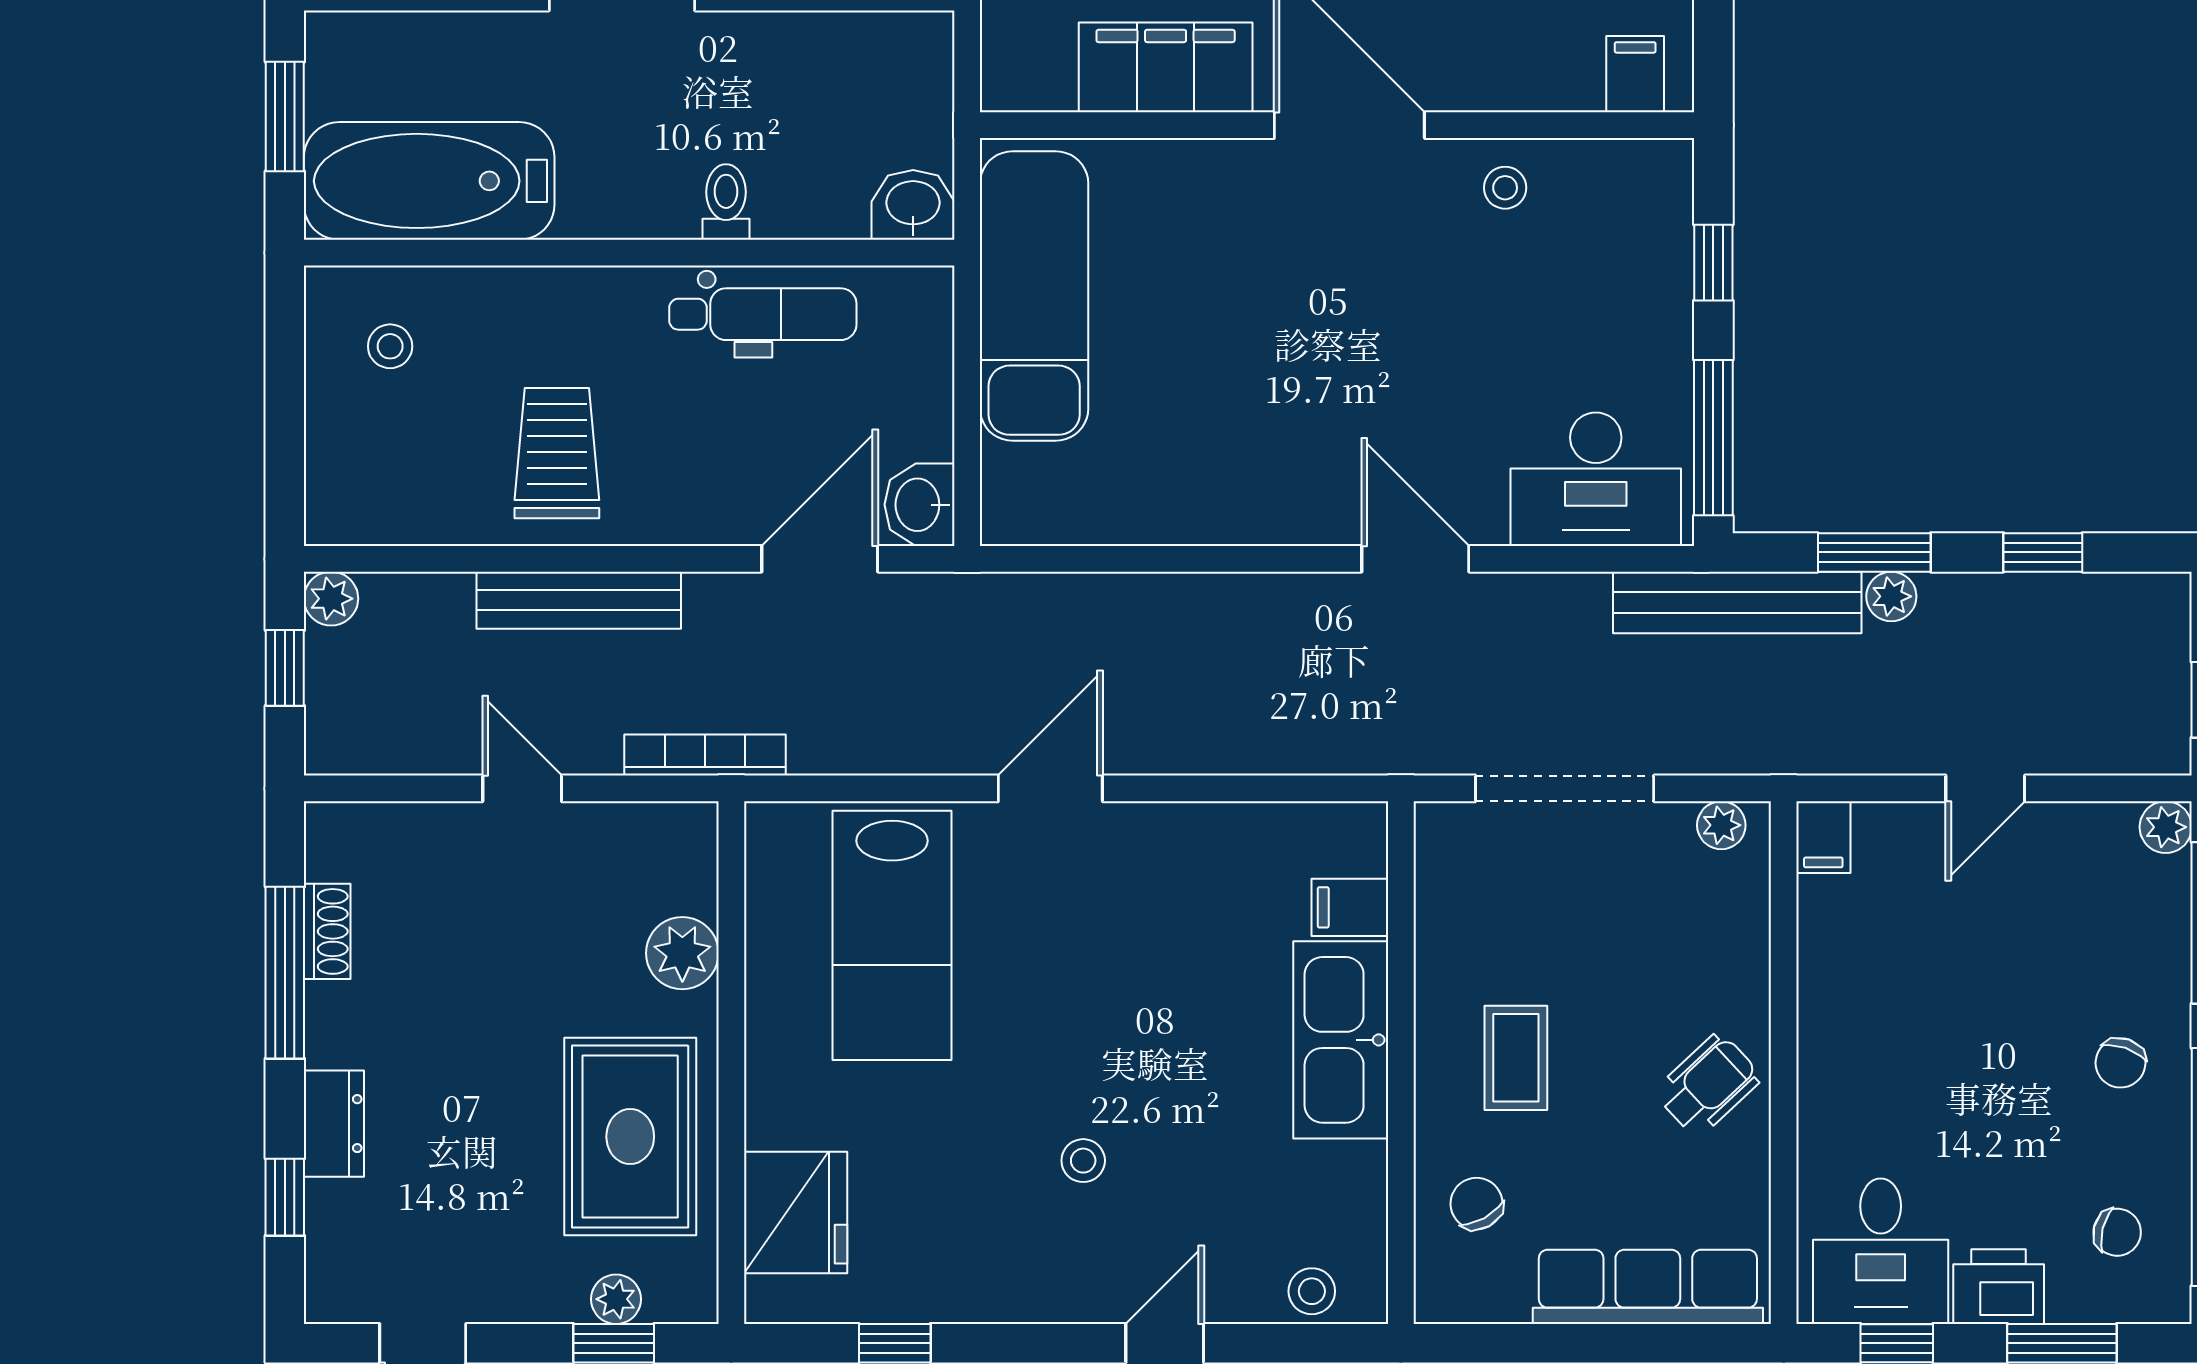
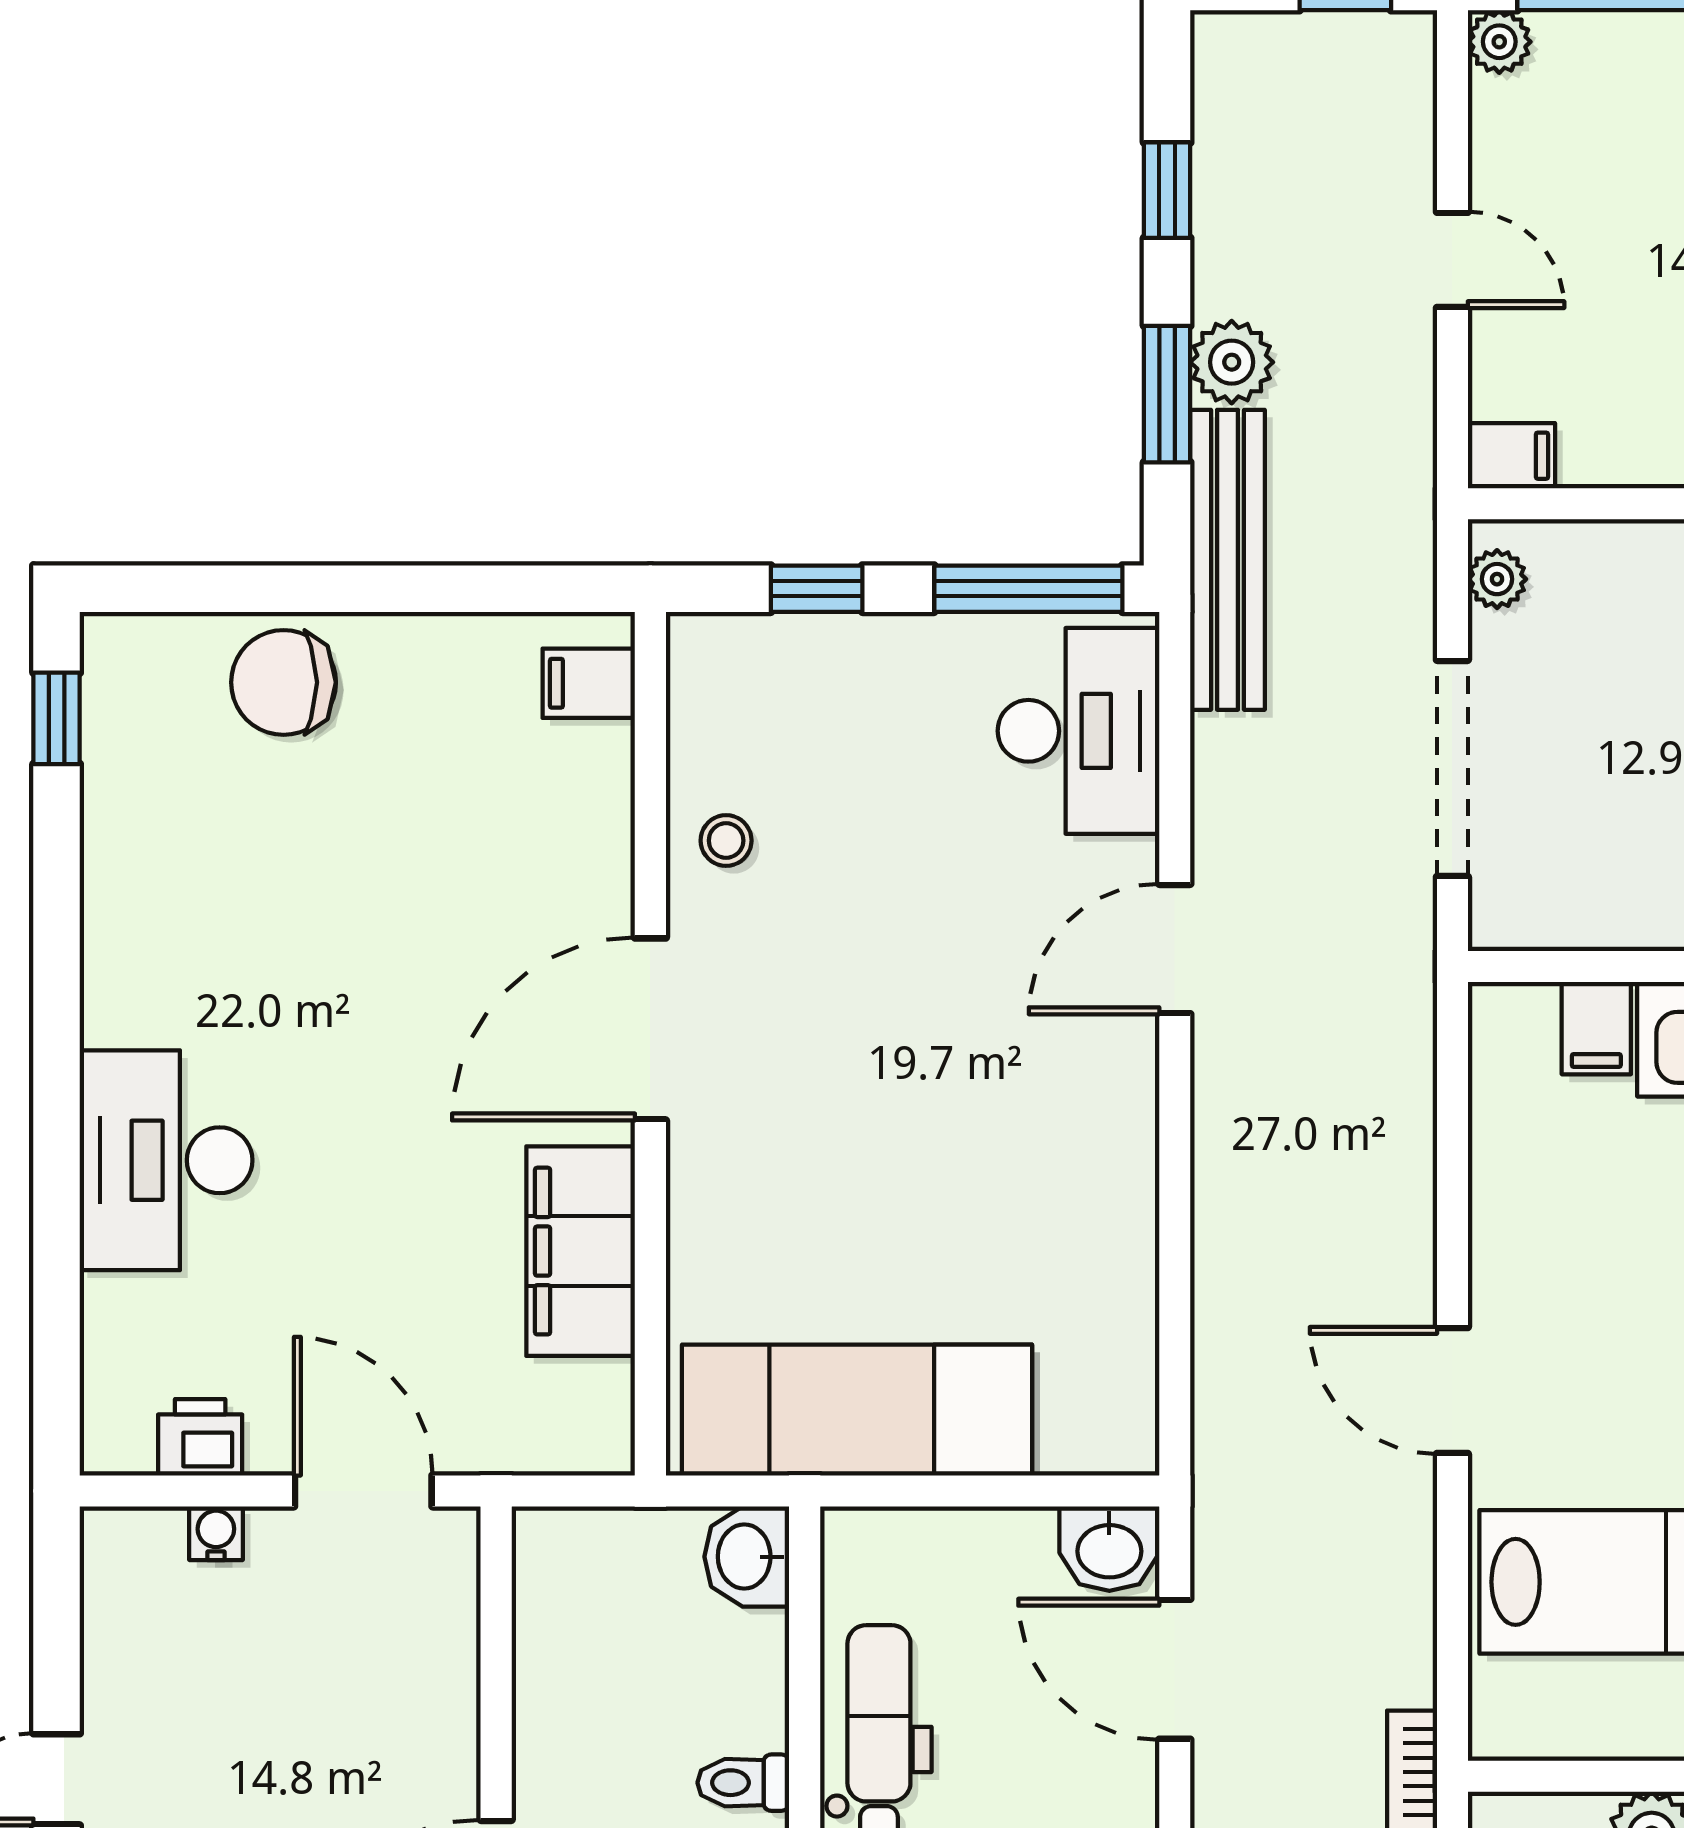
plant: (1891, 596) -> (1232, 362), width x1.38, depth x1.38

